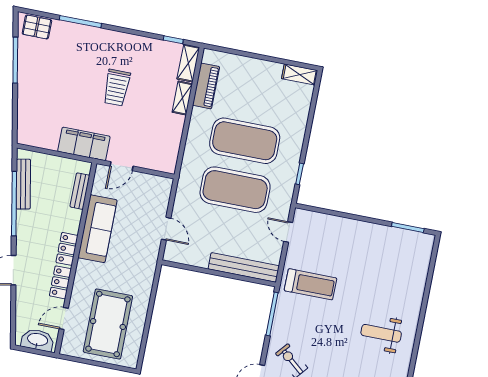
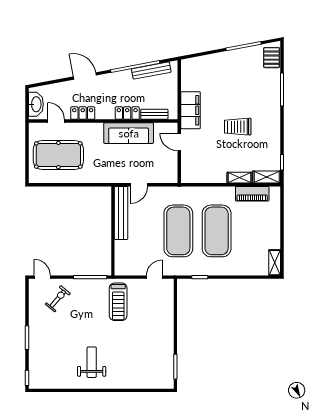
locker: (67, 249) -> (127, 113), moved
bench: (244, 267) -> (121, 213), moved

